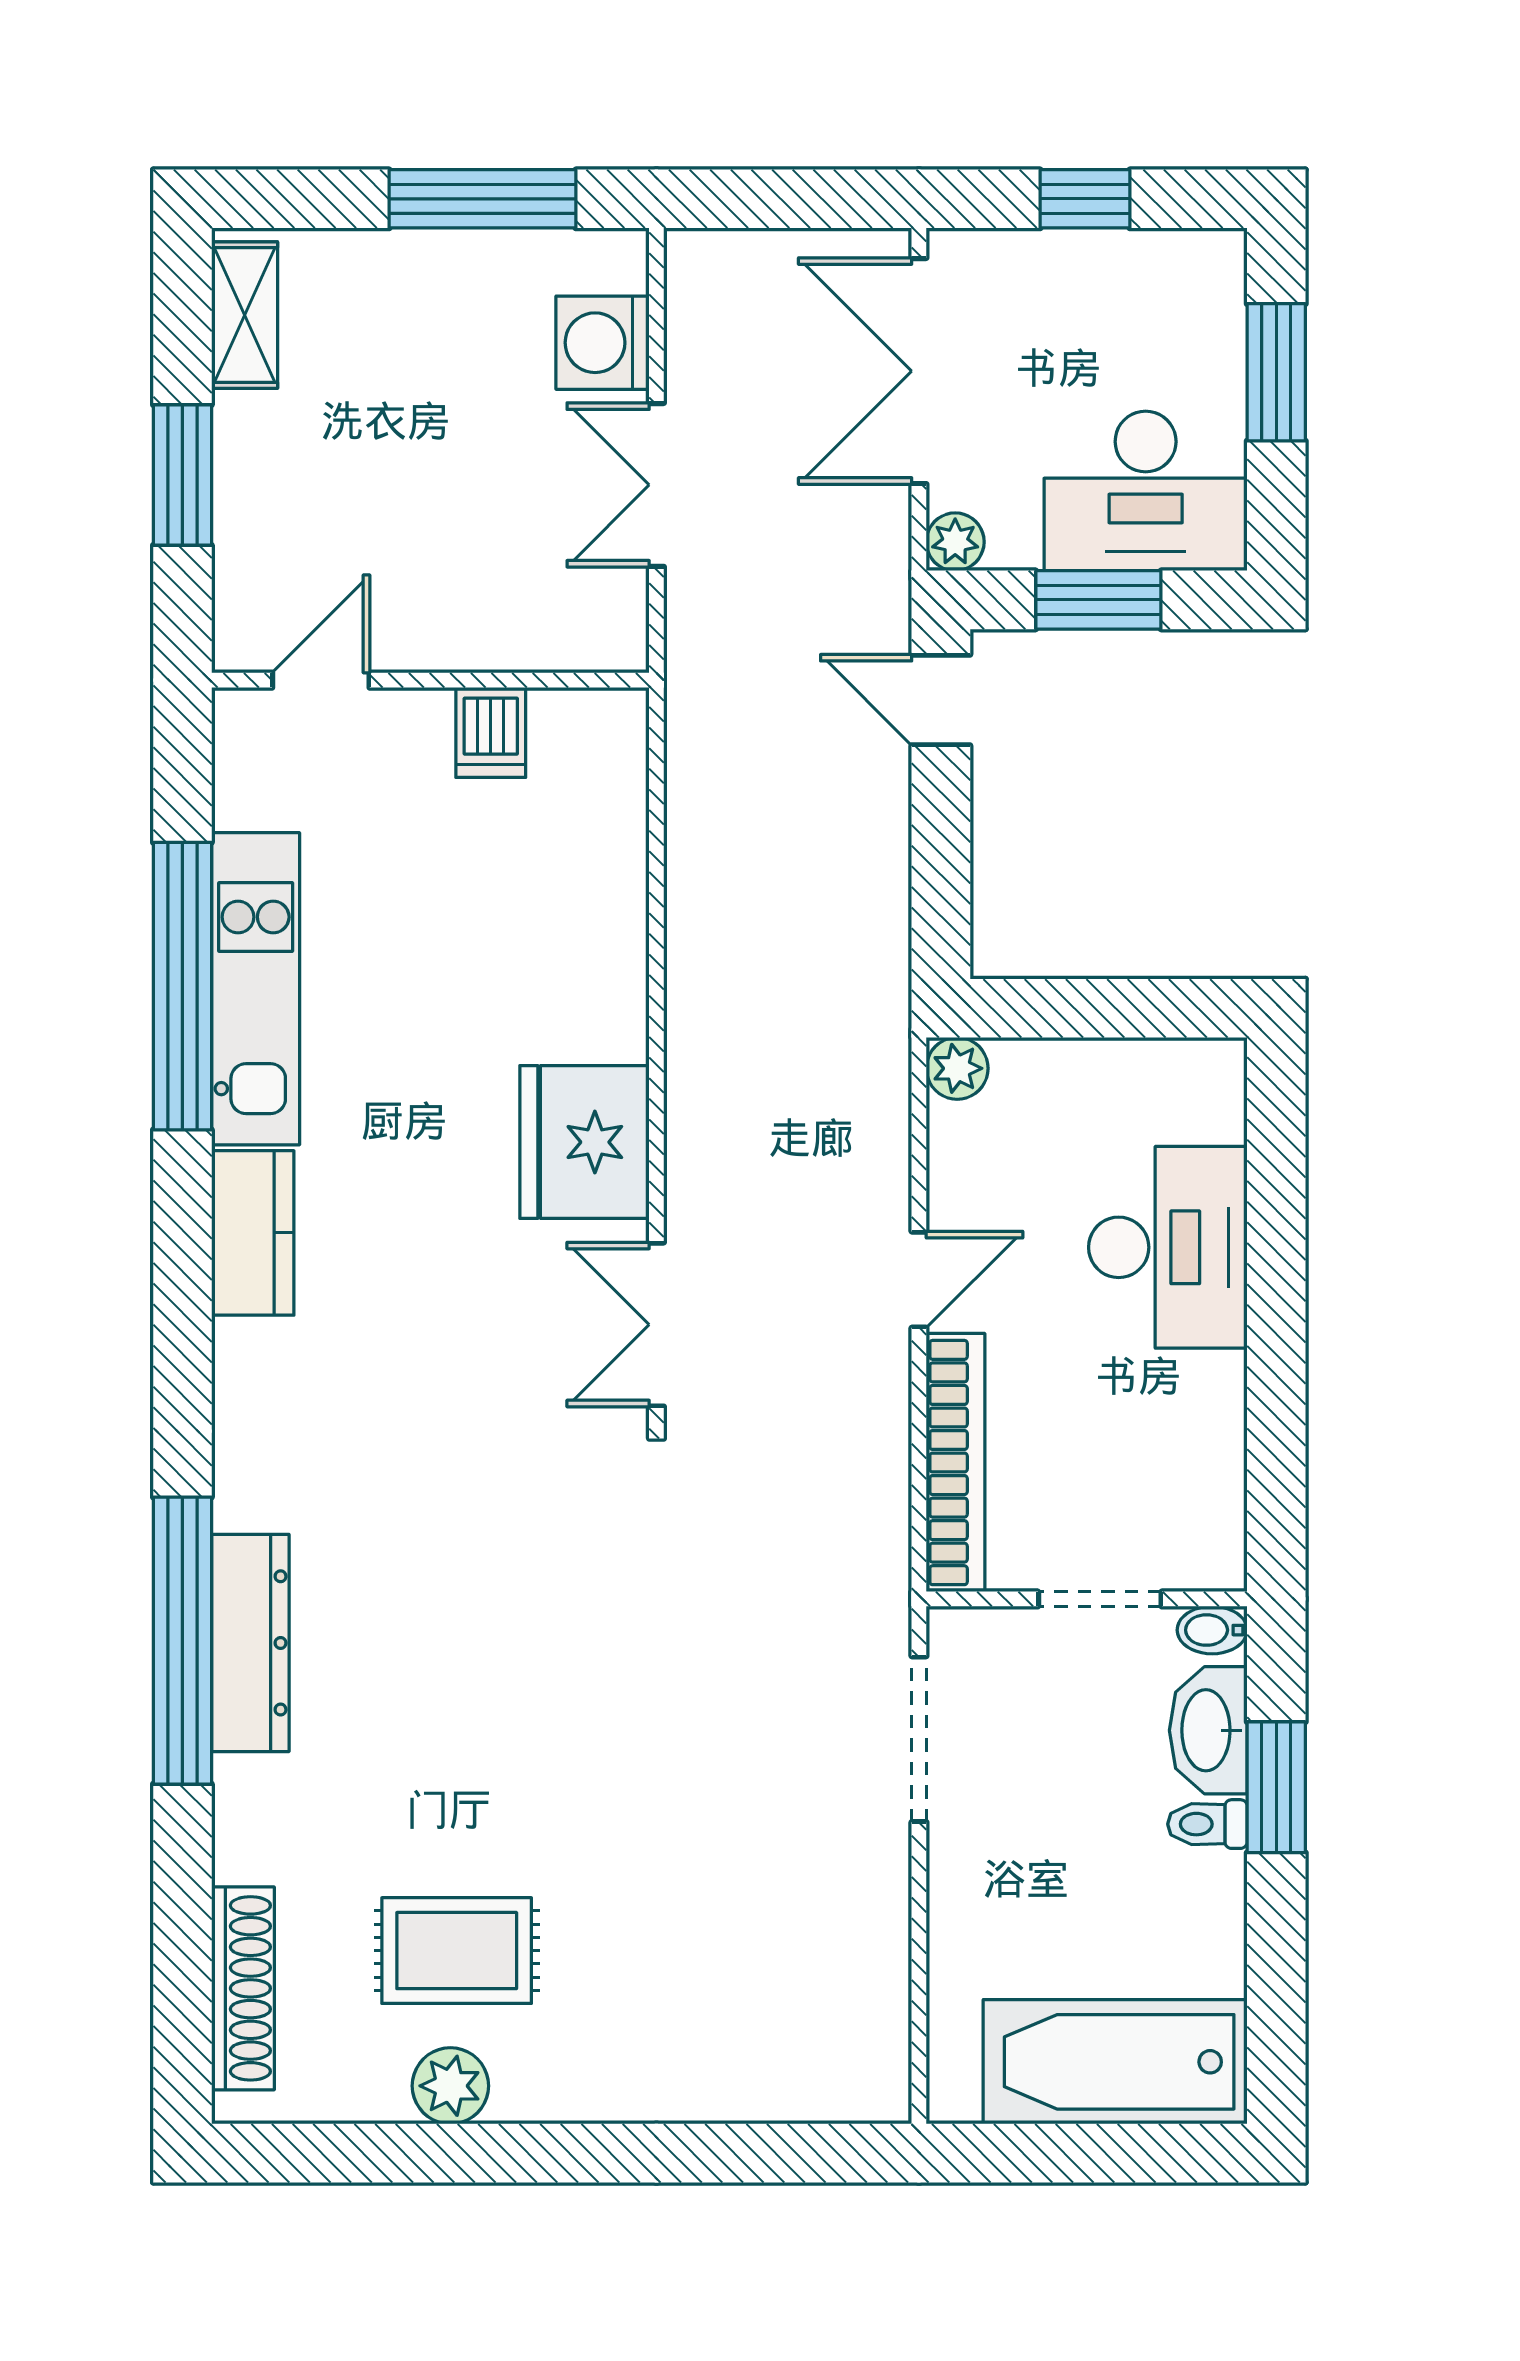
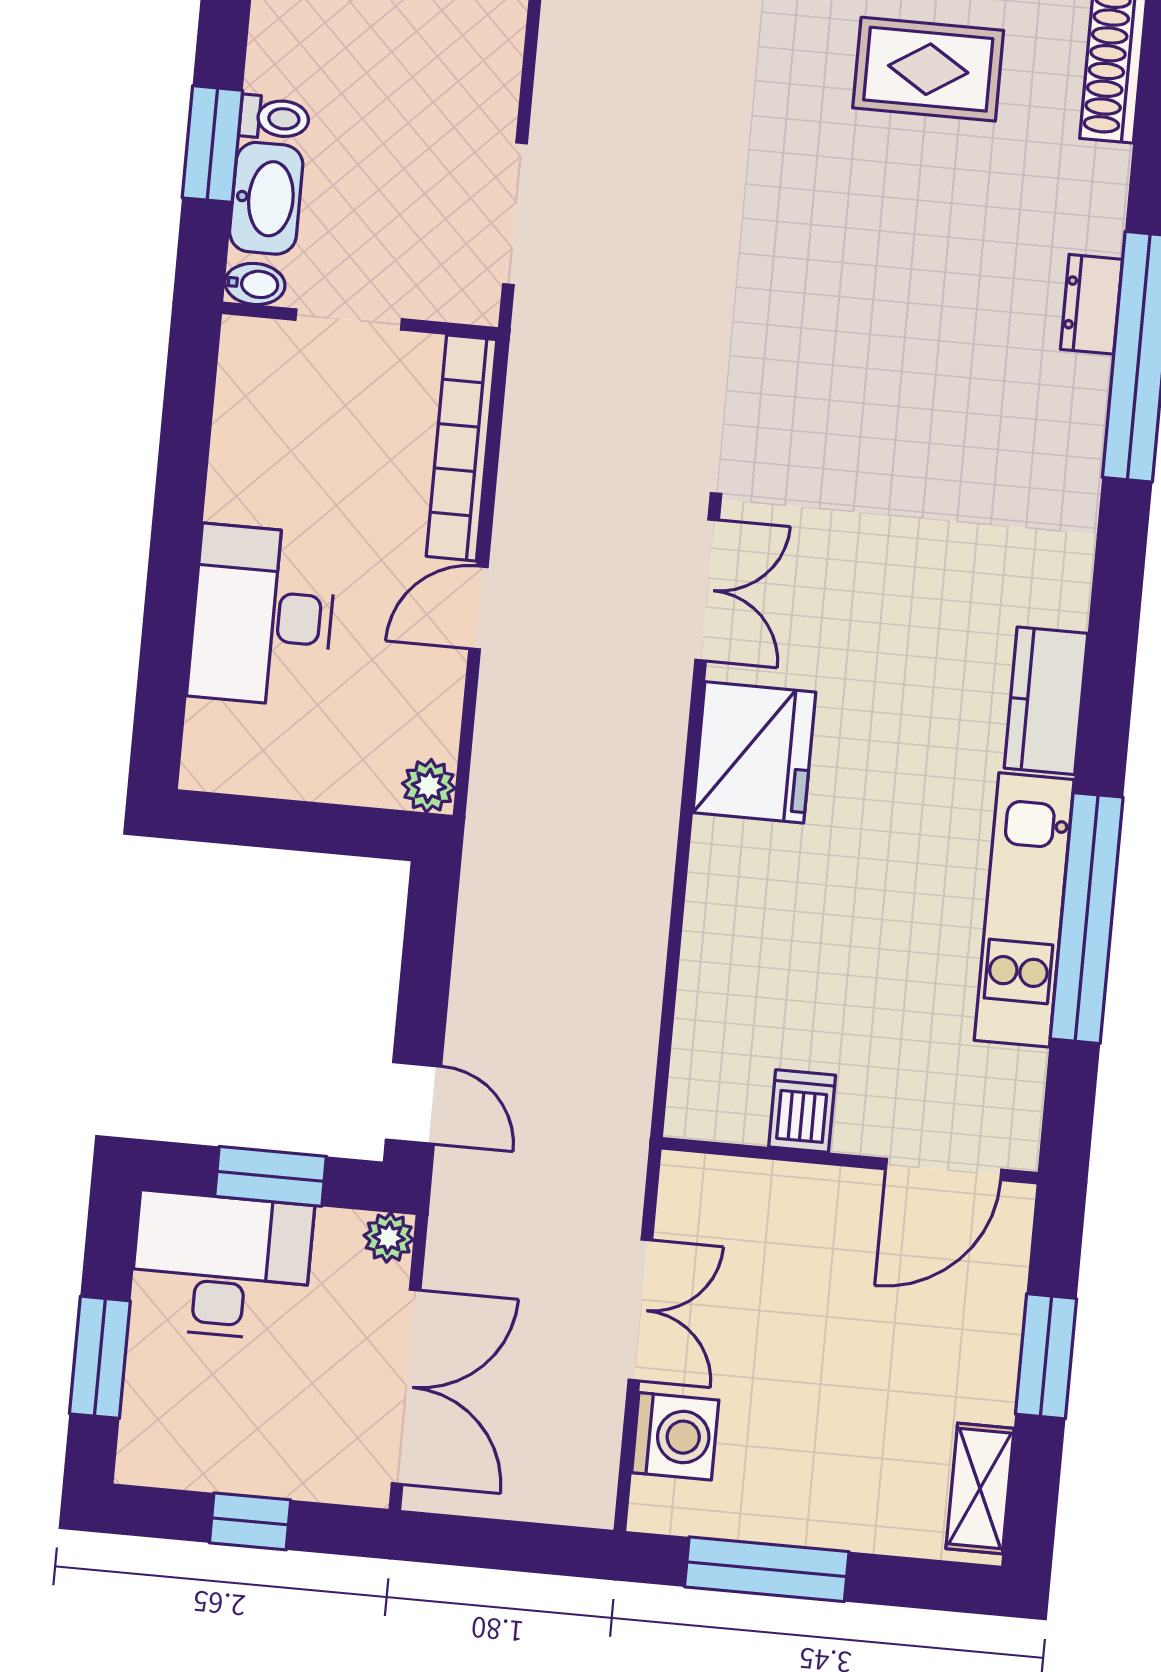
door: (321, 680) -> (944, 1169), width x1.38
dresser: (250, 1643) -> (1091, 304), width x0.51, depth x0.80

